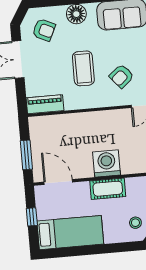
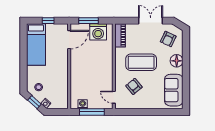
coffee table: (83, 68) -> (141, 62), width x1.36, depth x1.32
washing machine: (107, 163) -> (98, 32), moved, turned 90
cot: (108, 189) -> (62, 71), removed

